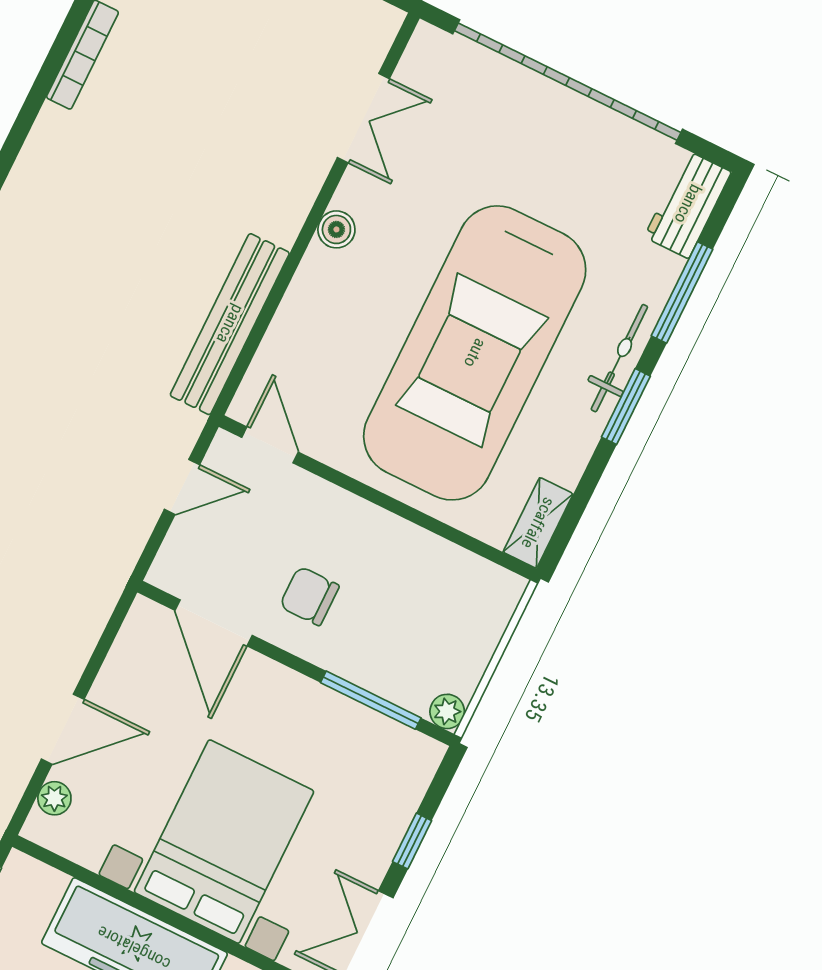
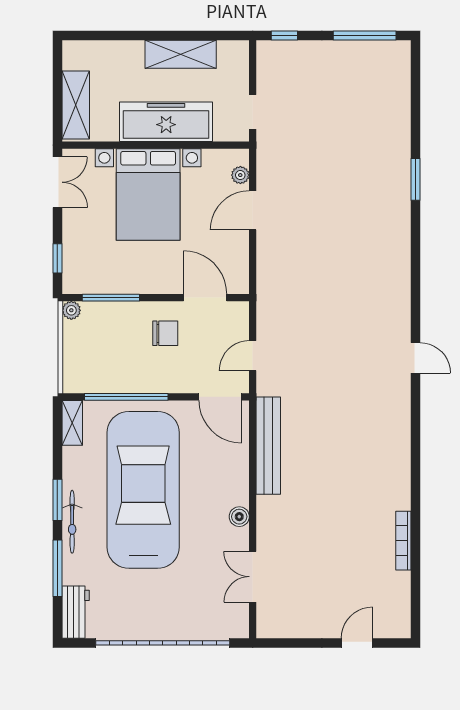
door: (270, 445) -> (220, 397), width x1.38
window: (427, 522) -> (126, 397), added
window: (412, 841) -> (57, 258), moved

